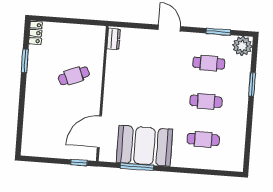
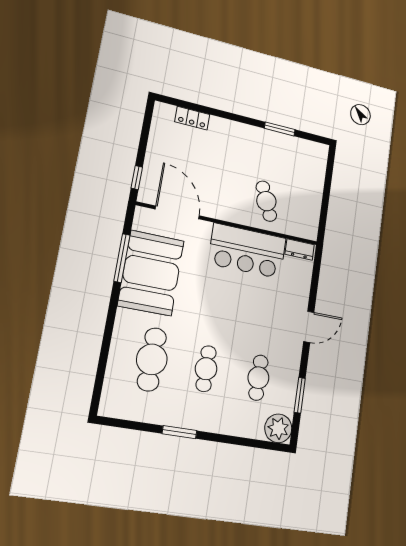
locker: (36, 33) -> (192, 118), moved
cafe table: (74, 76) -> (266, 201), moved
bar counter: (120, 78) -> (247, 251), added
window: (252, 84) -> (179, 432), moved
cafe table: (203, 139) -> (152, 359), width x1.37, depth x1.35

